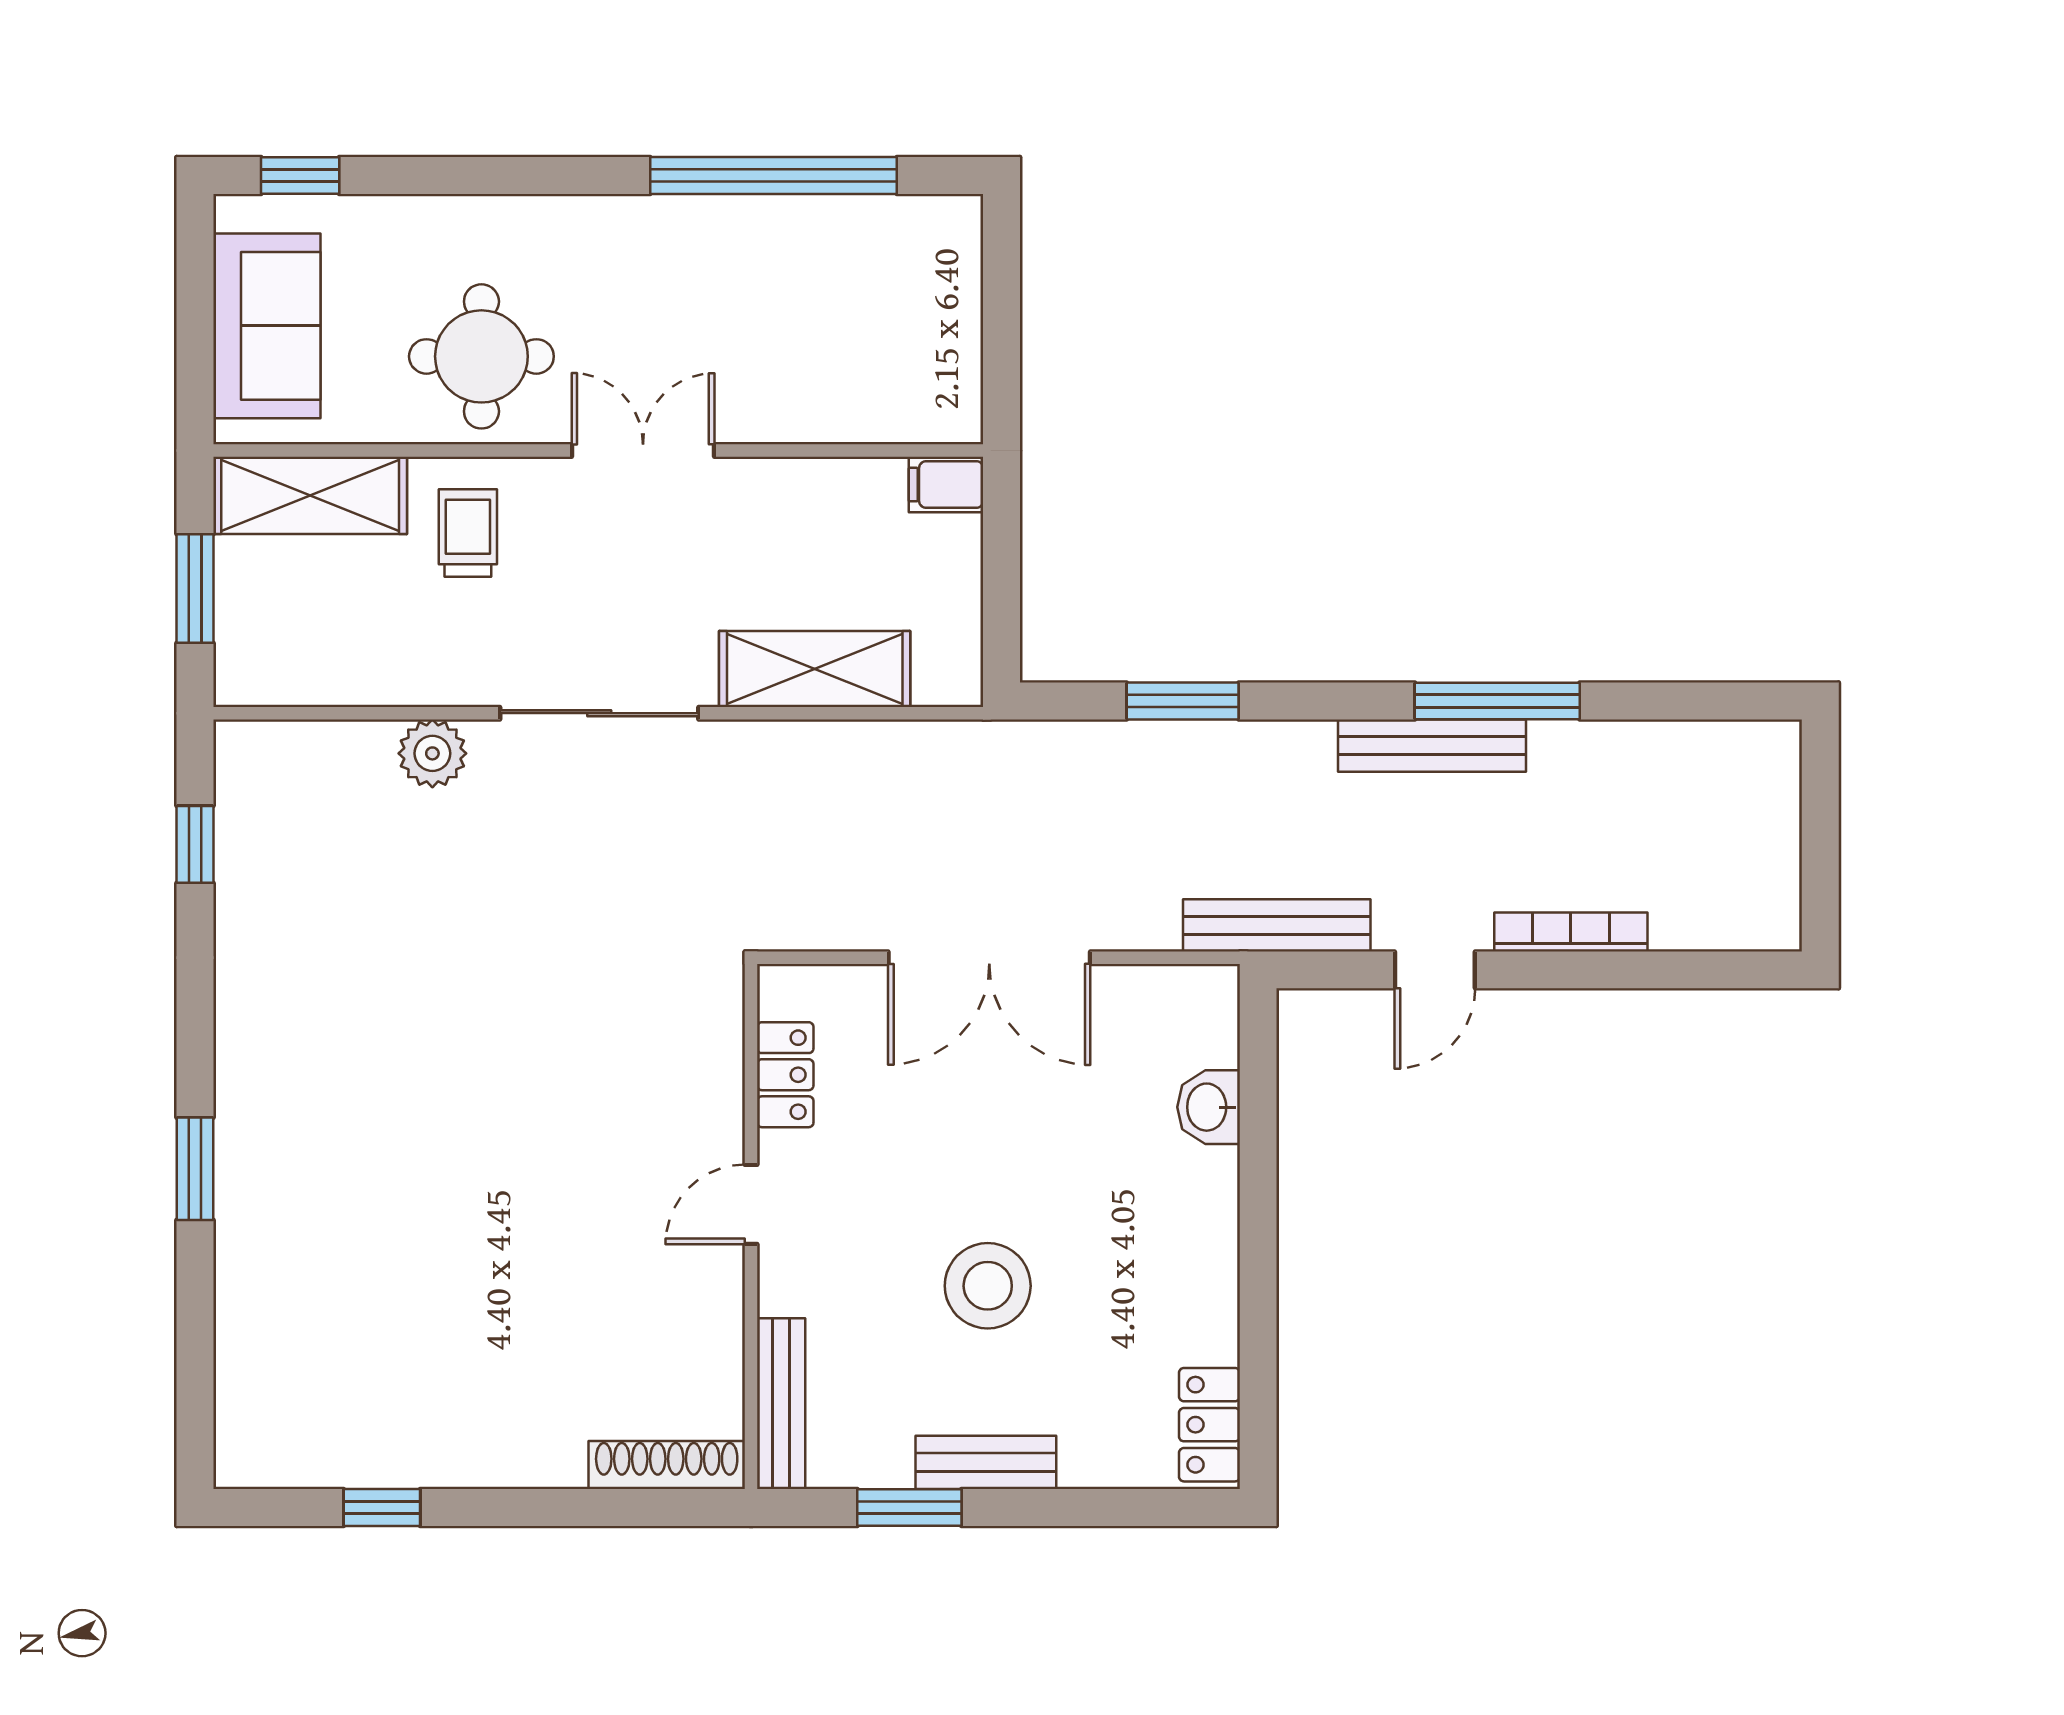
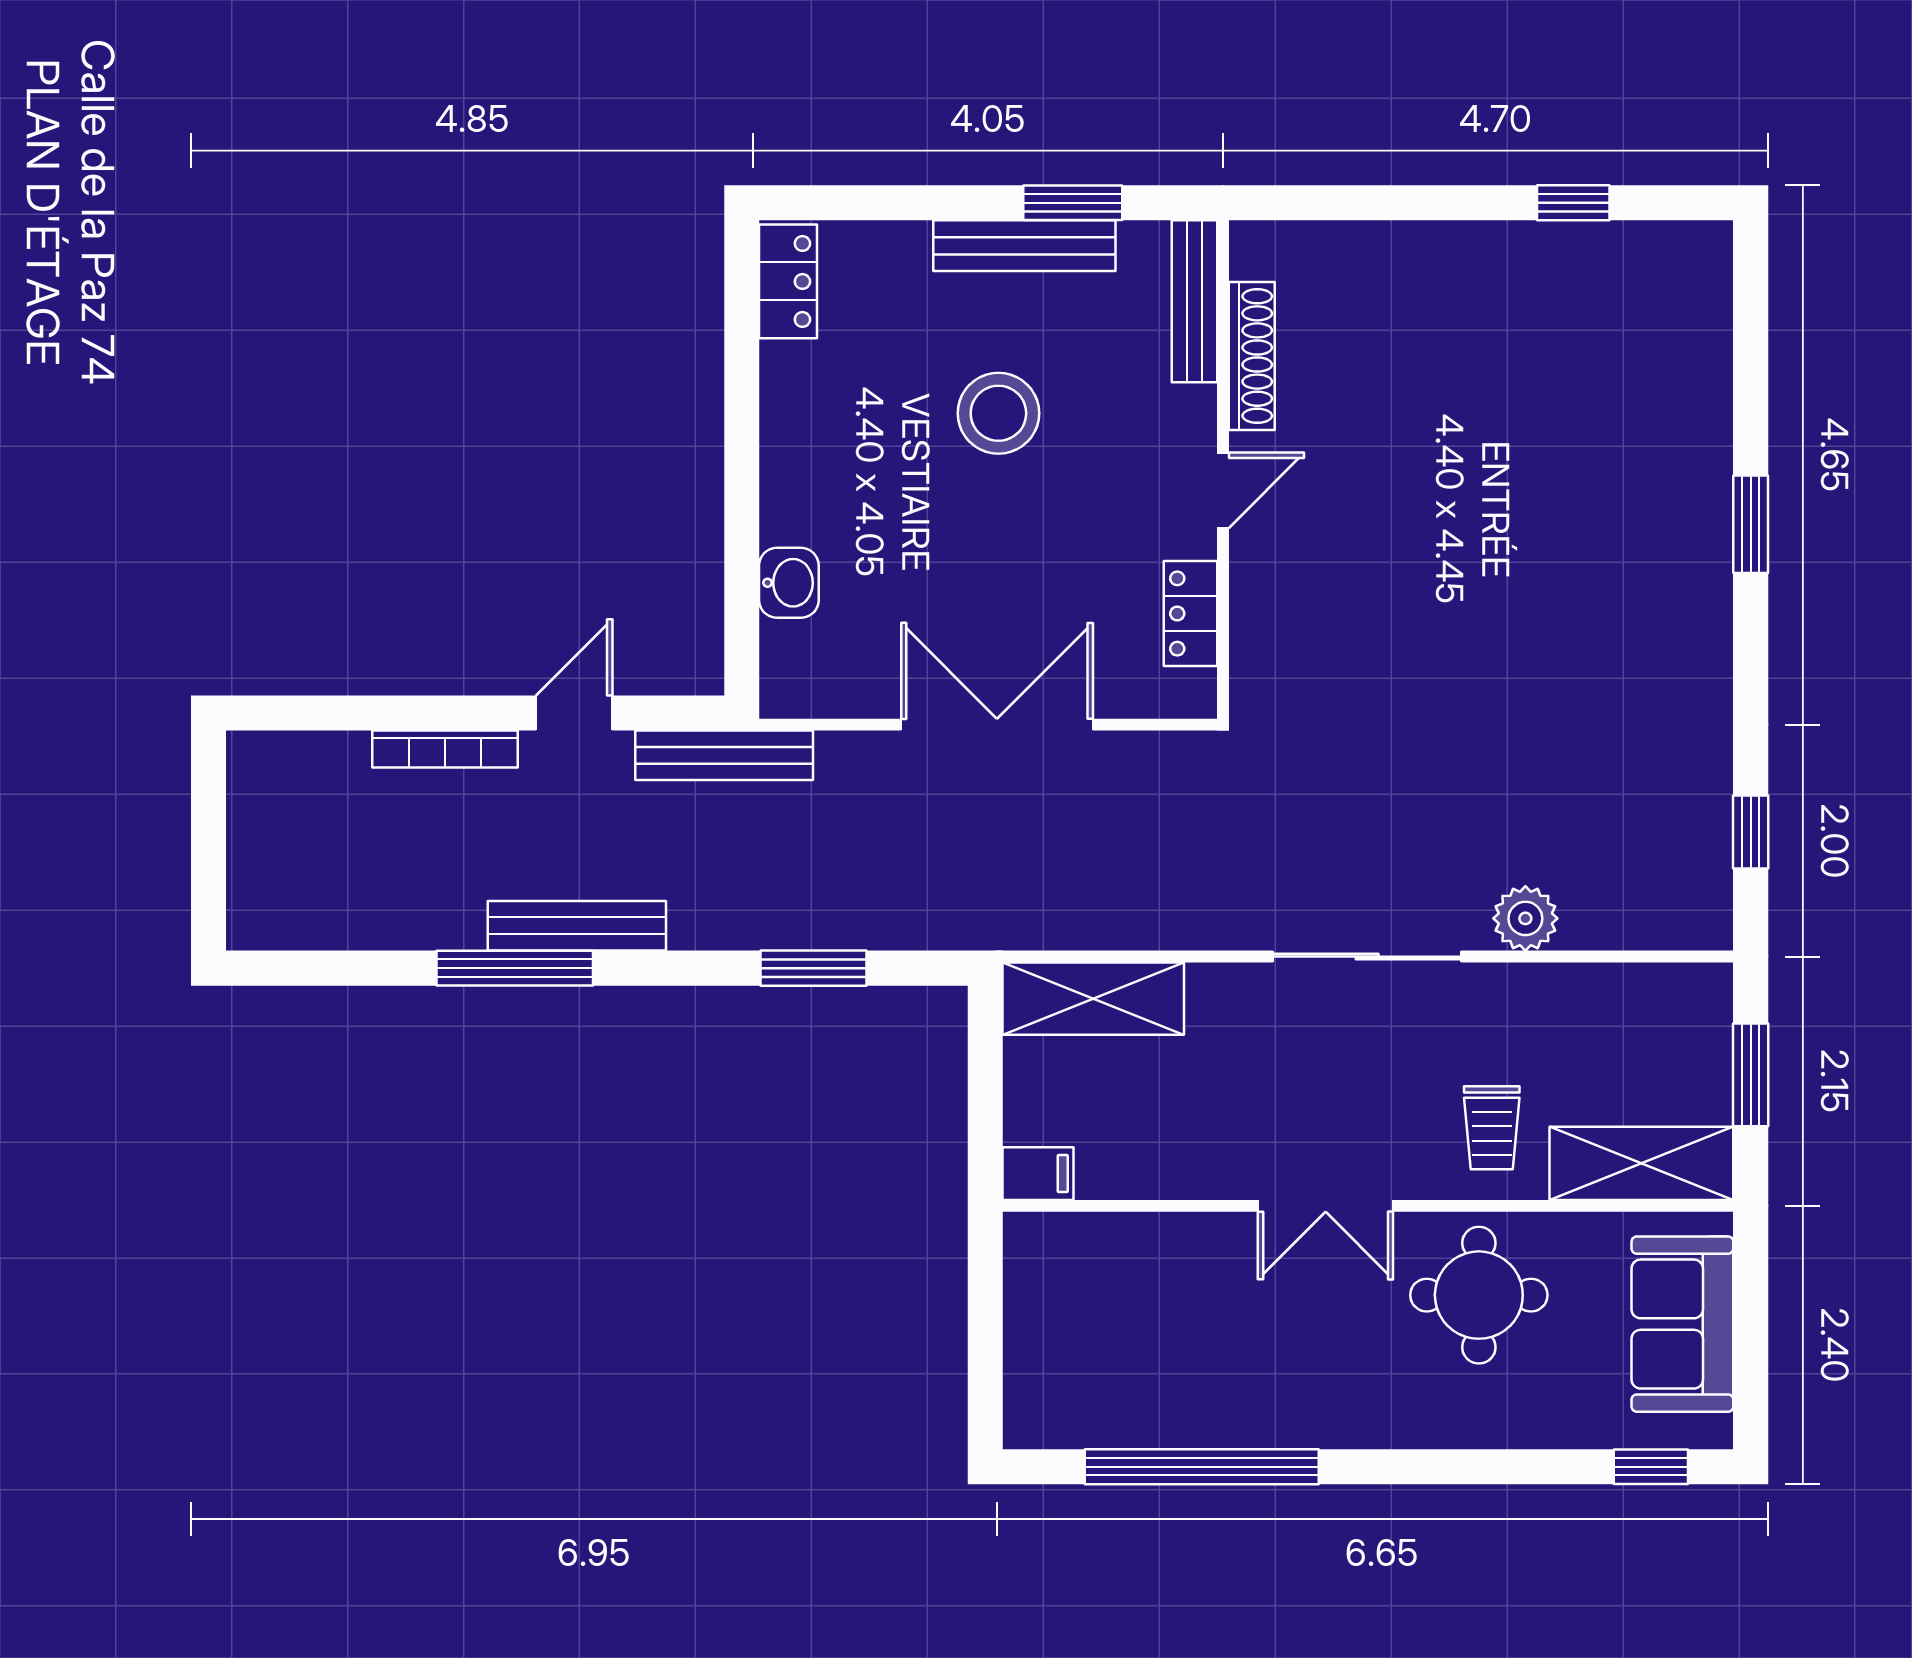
shelving: (815, 669) -> (1093, 999), moved
bench: (986, 1462) -> (1024, 246), width x1.36
shoe rack: (667, 1465) -> (1252, 356), moved, turned -90

